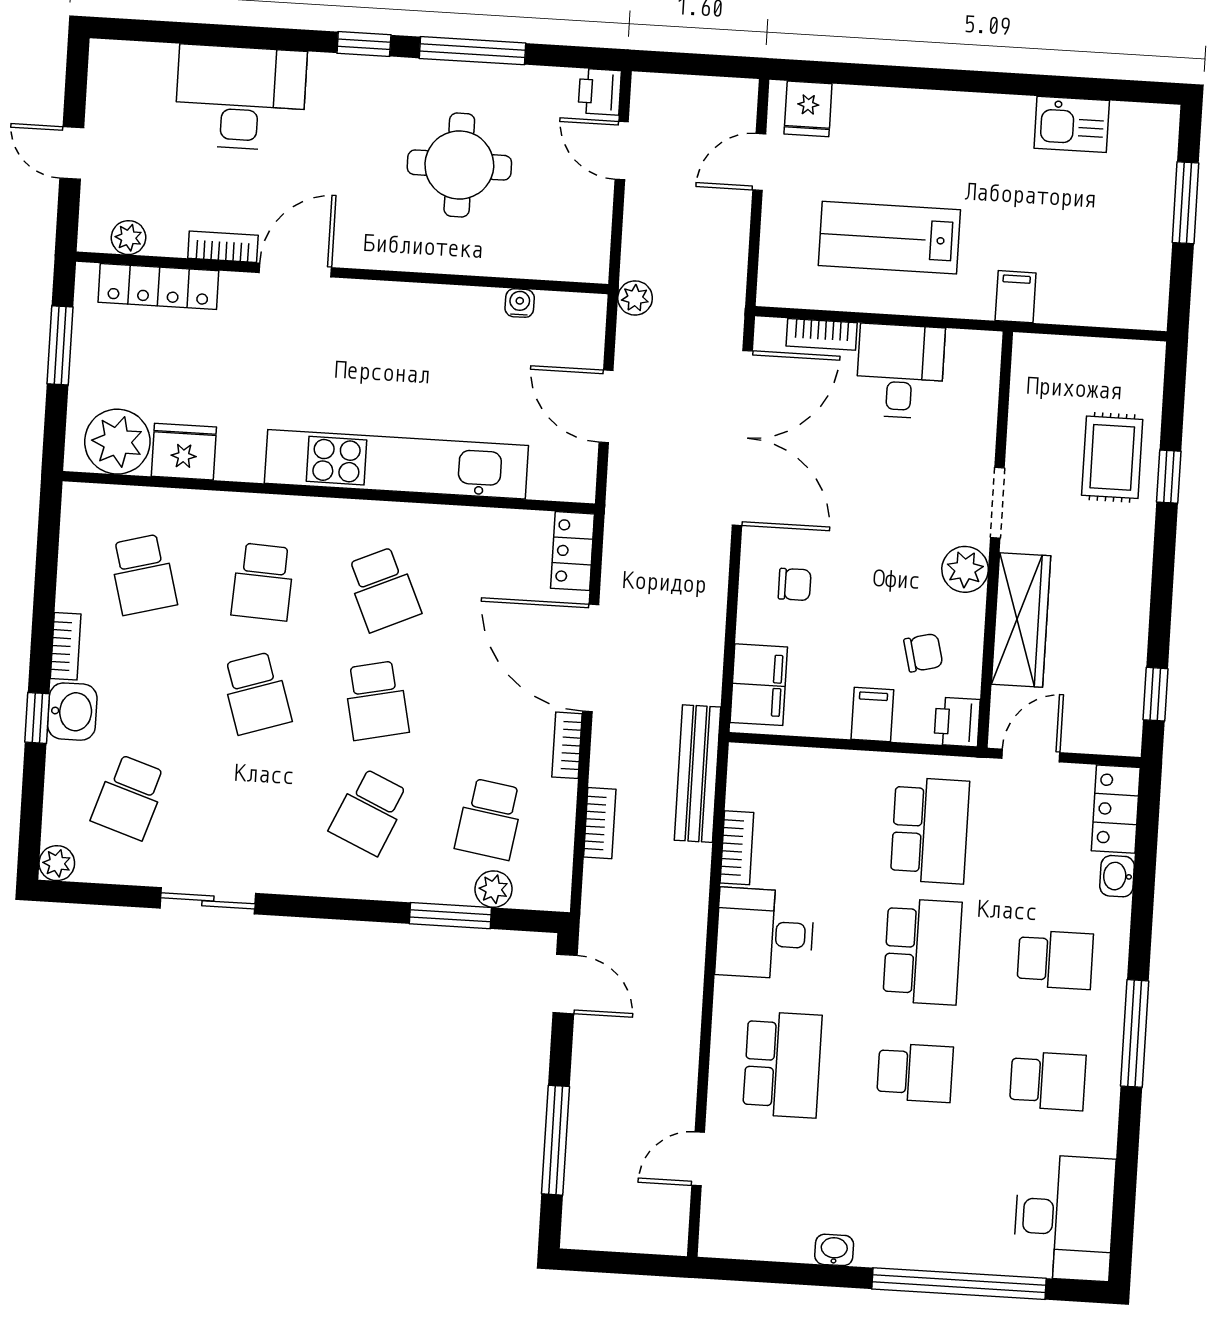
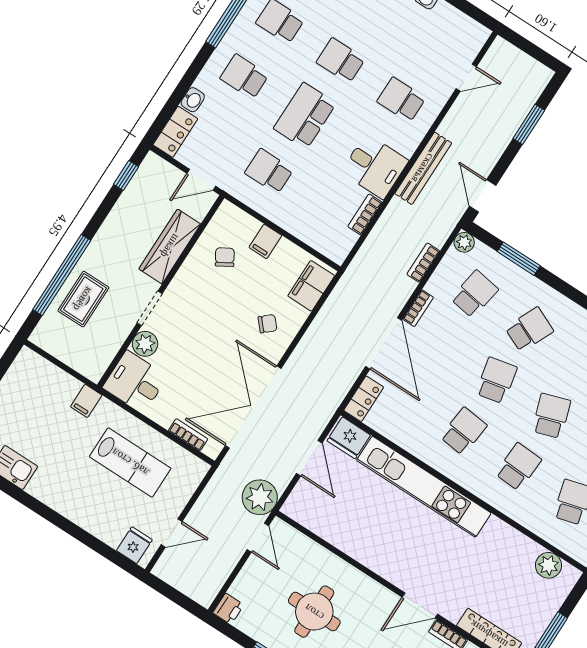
door: (622, 151) -> (258, 538), moved
plant: (635, 298) -> (260, 497), width x1.88, depth x1.88
water cooler: (520, 303) -> (323, 530), removed
desk: (900, 371) -> (135, 382), moved, turned 90
plant: (117, 442) -> (548, 565), width x0.73, depth x0.73
fridge: (184, 452) -> (349, 438), moved
window: (1169, 477) -> (62, 275), width x3.17
plant: (965, 569) -> (145, 344), moved
chair: (795, 584) -> (268, 324), turned 138
school desk: (383, 589) -> (463, 431), turned 30
chair: (923, 653) -> (225, 257), turned 73
printer: (957, 722) -> (227, 215), removed
bench: (697, 774) -> (423, 168), moved
school desk: (930, 830) -> (269, 171), width x0.54
plant: (493, 889) -> (464, 242), moved
school desk: (782, 1065) -> (401, 100), width x0.54
window: (556, 1140) -> (529, 124), width x0.69

